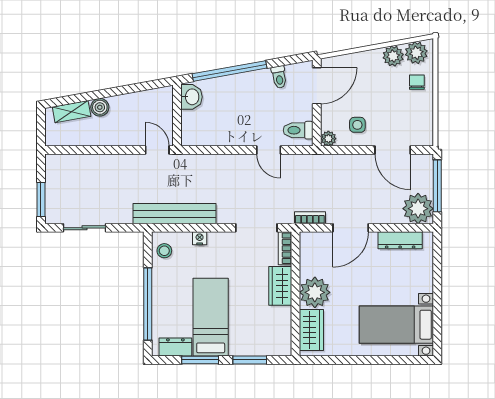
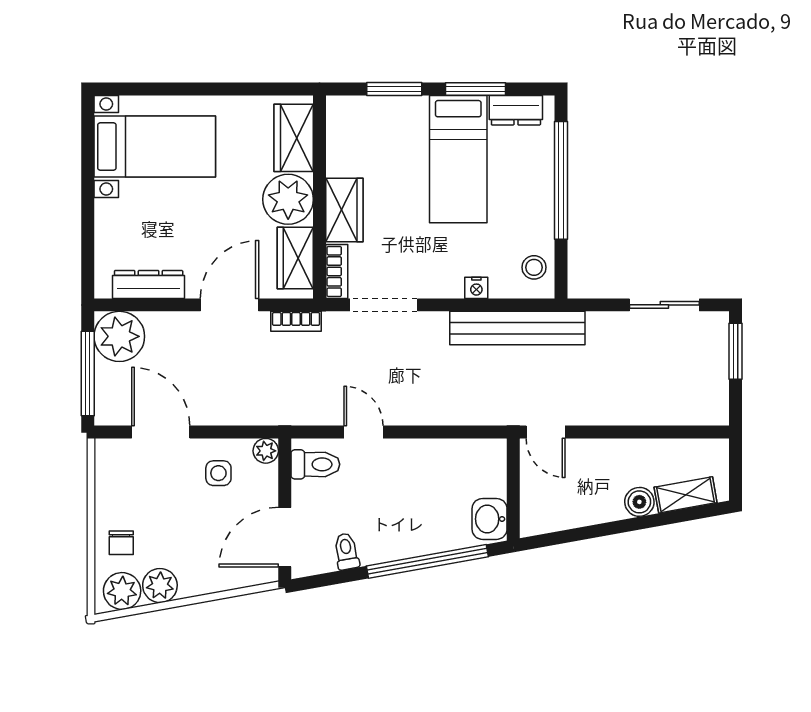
wardrobe: (310, 257) -> (295, 258), added

